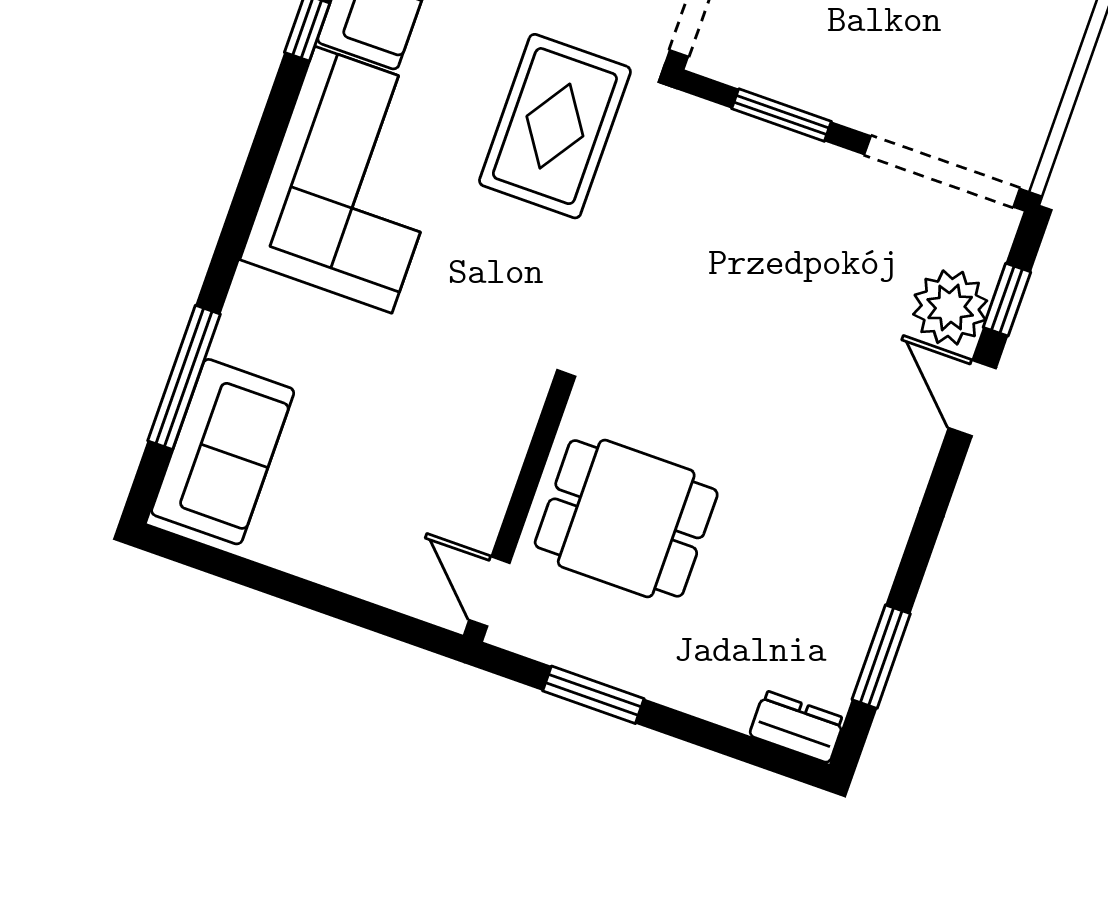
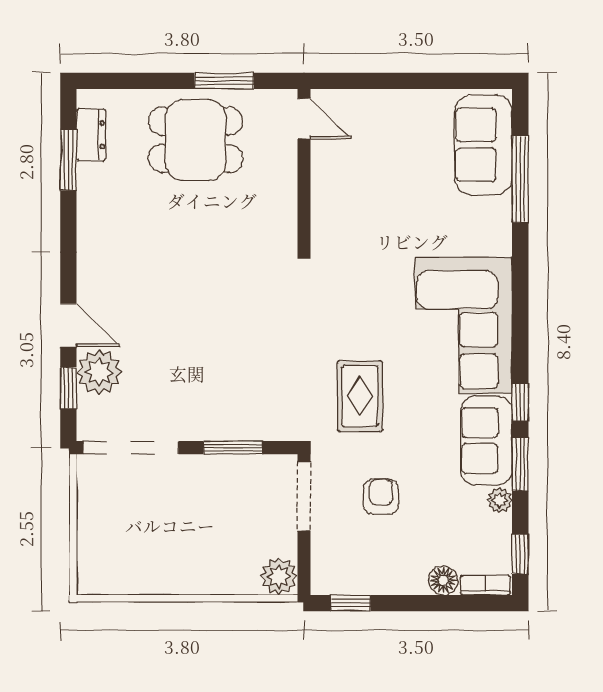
rug: (555, 126) -> (360, 396), width x0.73, depth x0.70
dining table: (626, 518) -> (196, 140), moved
dresser: (797, 727) -> (91, 135), moved, turned -90

